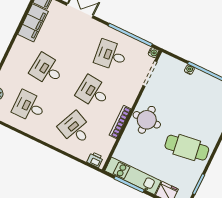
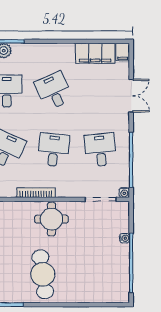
desk: (47, 70) -> (54, 91), turned -30

